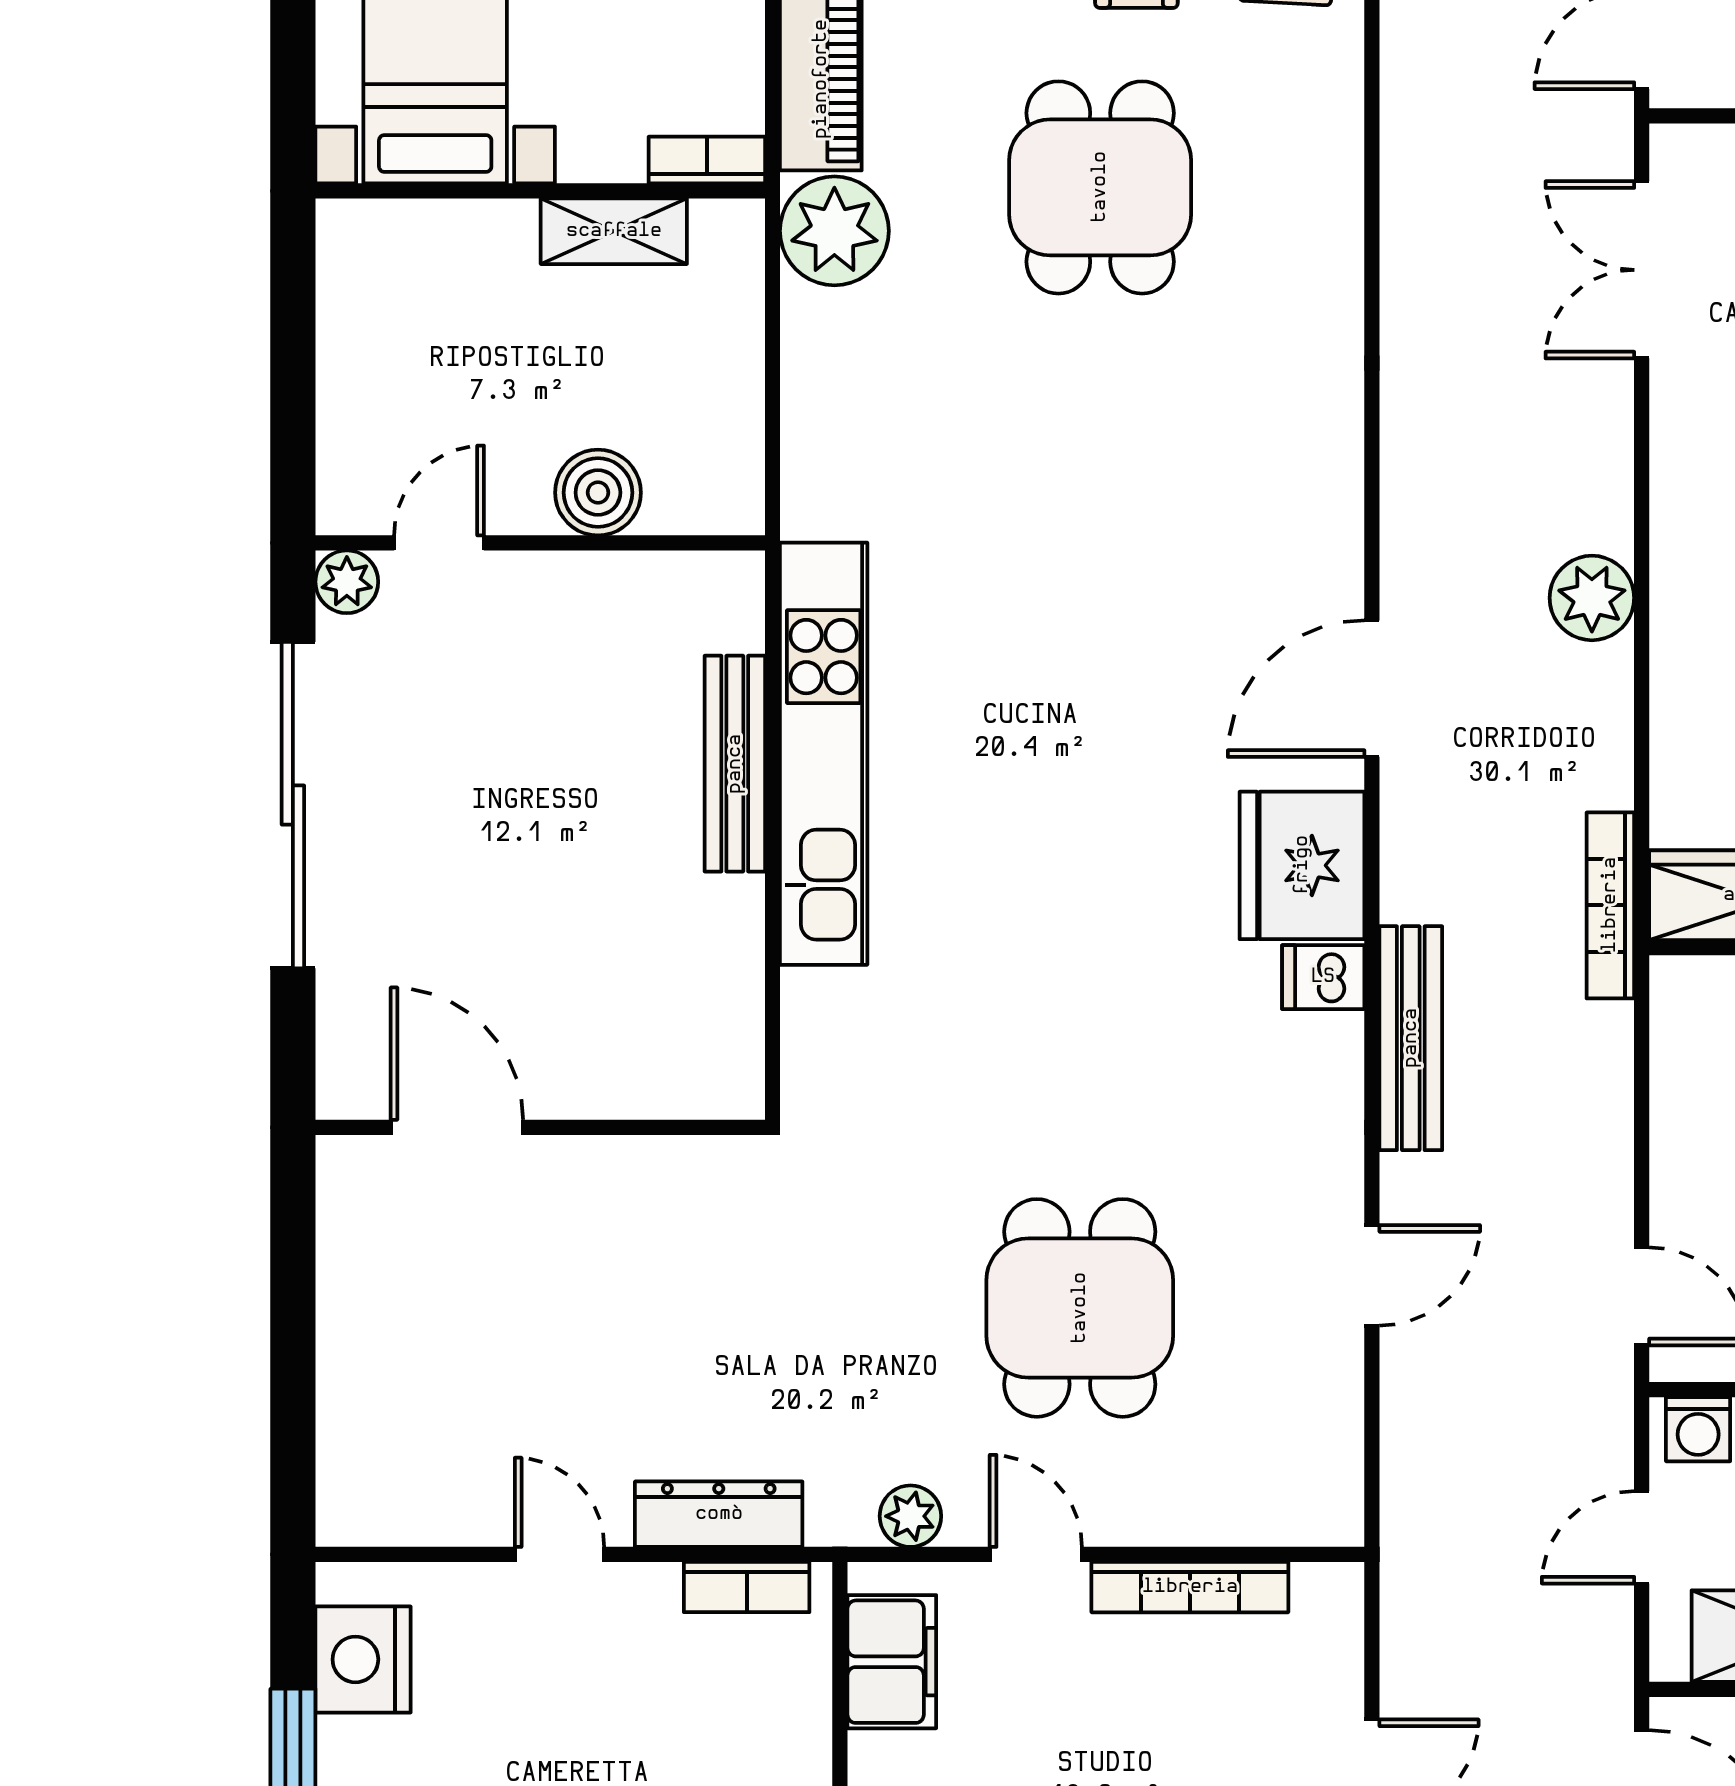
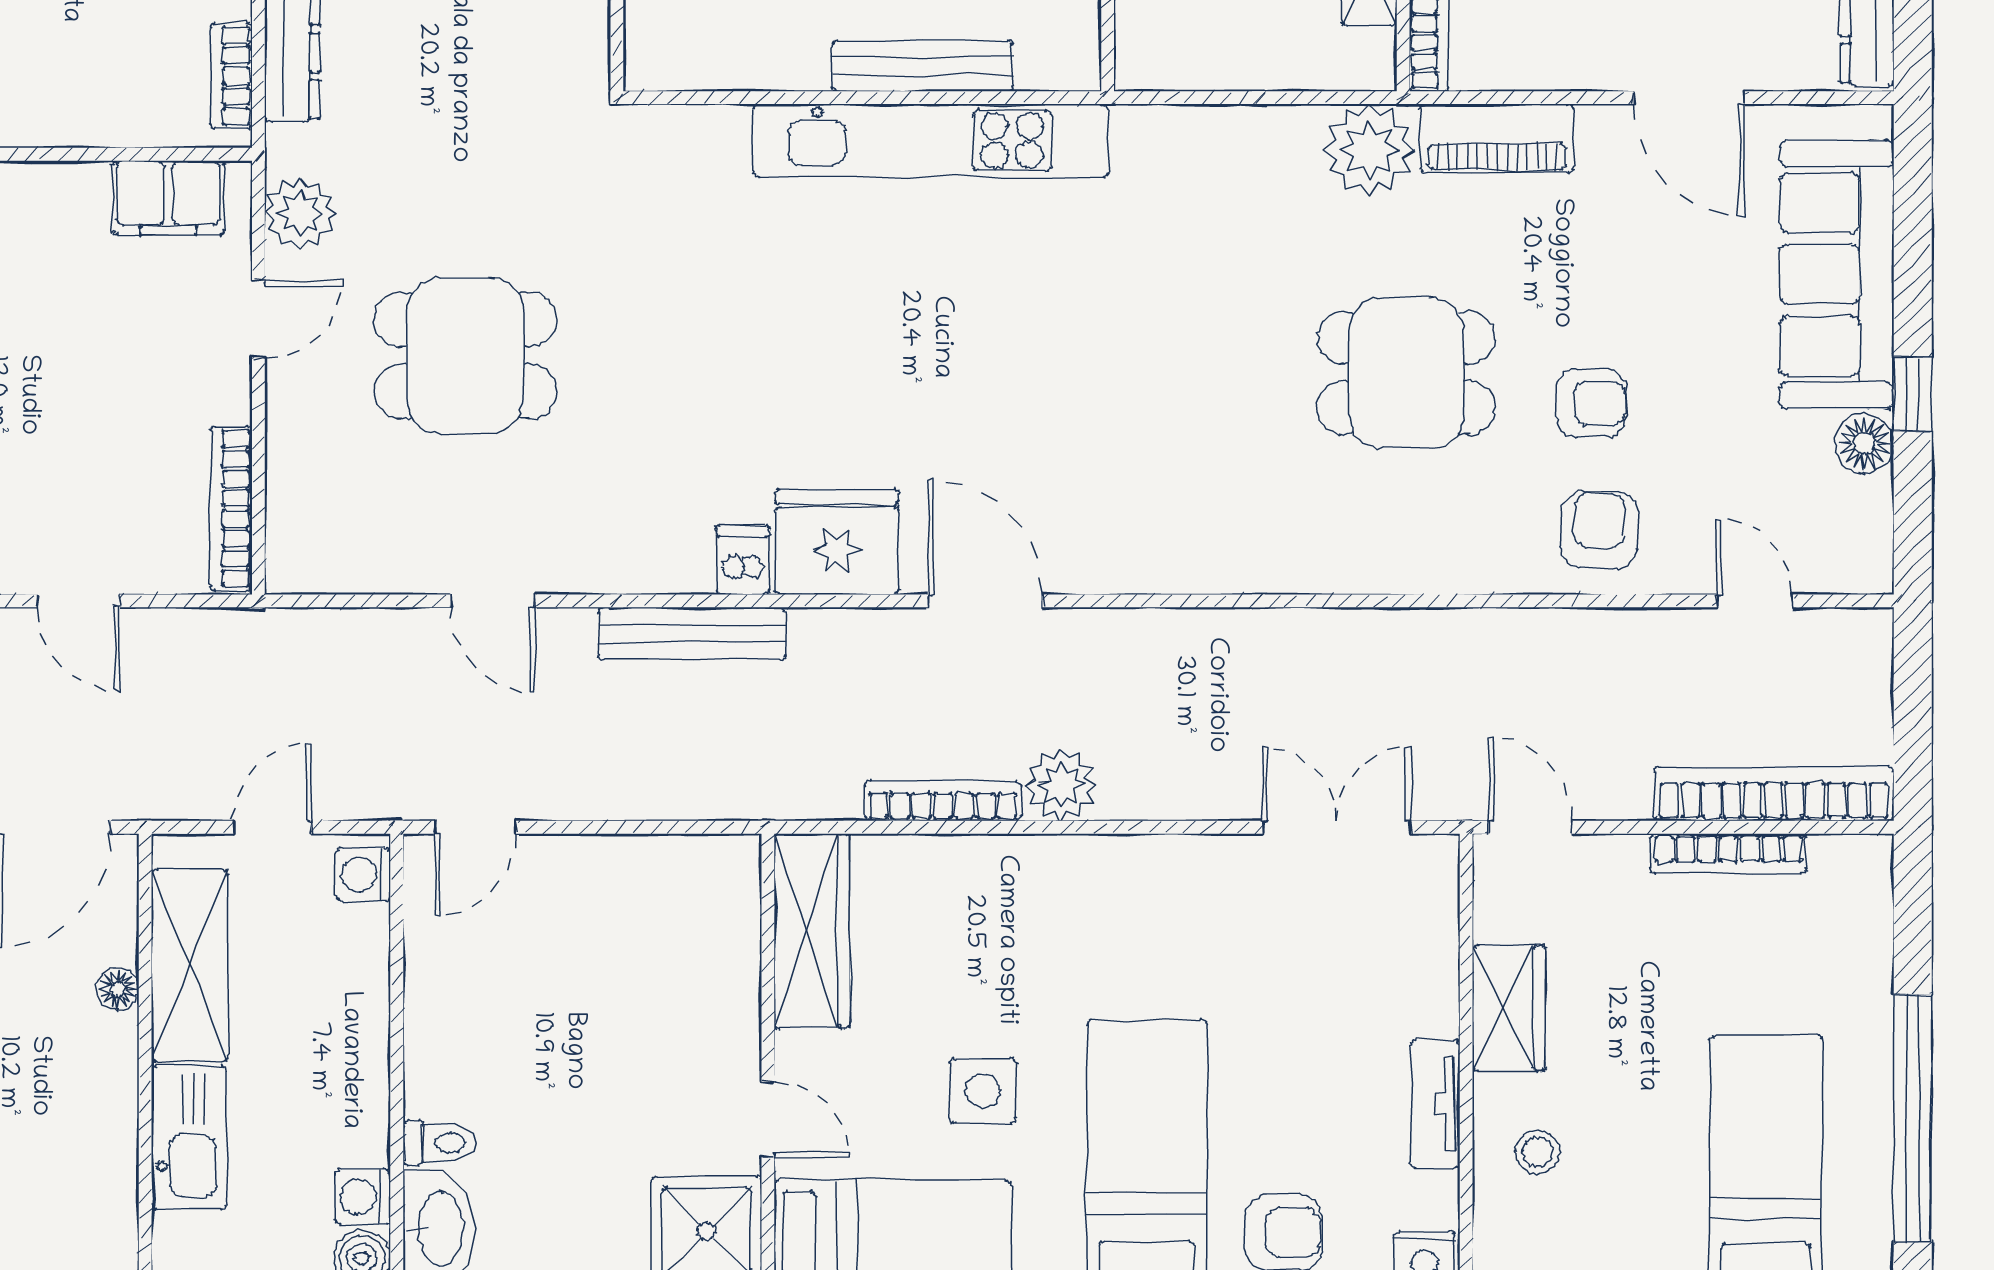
bookcase: (1610, 905) -> (943, 801), moved
plant: (910, 1516) -> (300, 213), width x1.38, depth x1.38
door: (1642, 1537) -> (273, 827), hinge flipped
bookcase: (1190, 1587) -> (231, 509), moved

